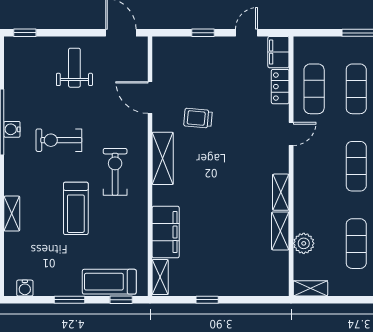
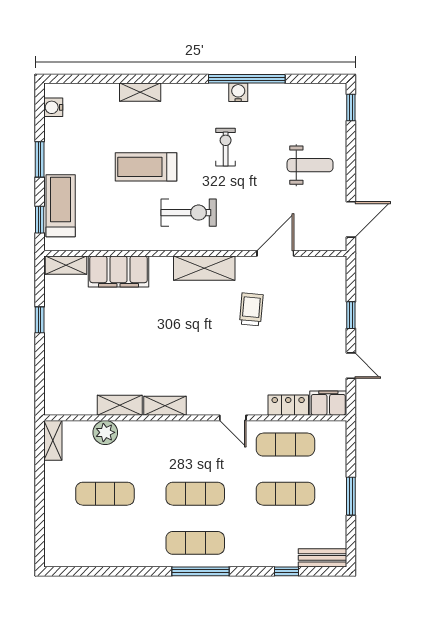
exercise bike: (59, 140) -> (226, 147), width x0.73, depth x0.72

